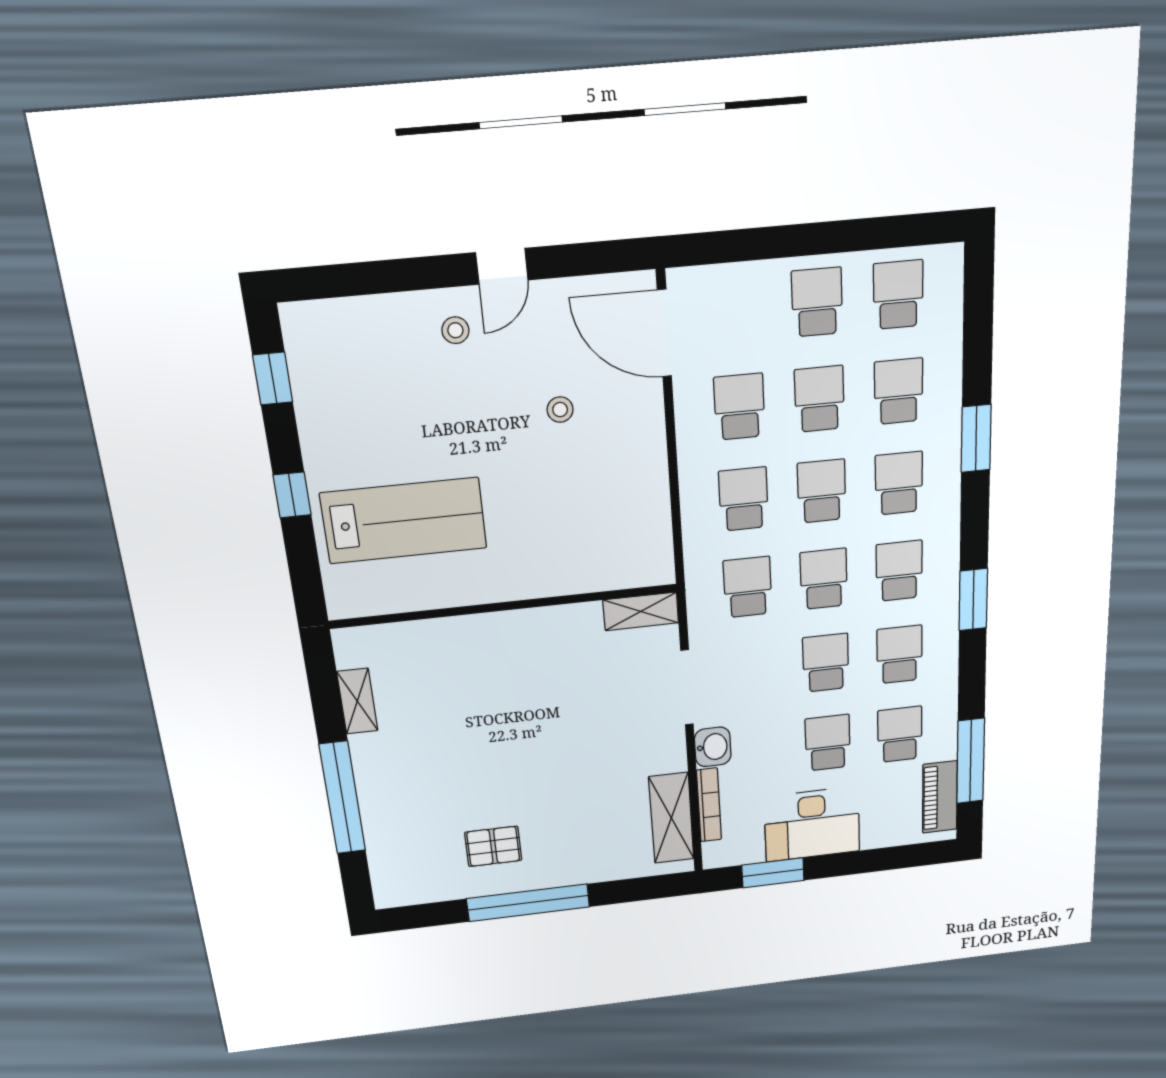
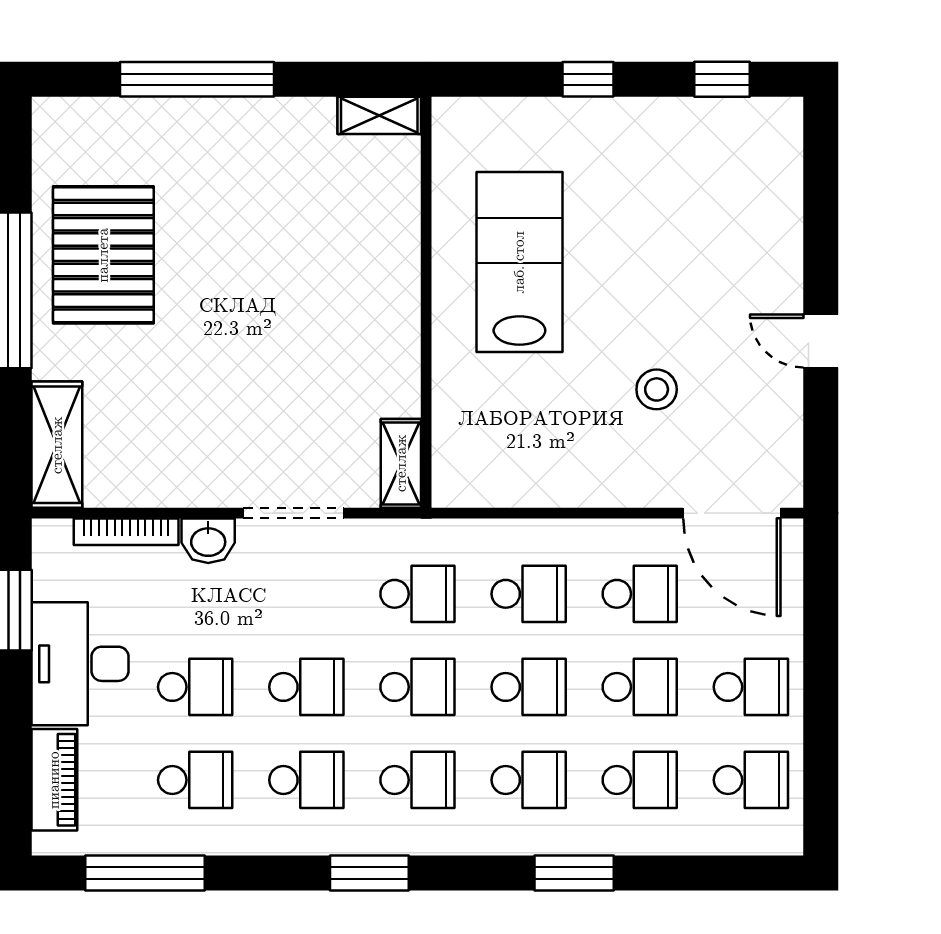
stool: (455, 330) -> (756, 283), removed
door: (664, 333) -> (732, 513), swing flipped
stool: (560, 410) -> (657, 389), width x1.37, depth x1.37
lab bench: (404, 521) -> (519, 262), moved, turned 180
shelving: (357, 701) -> (379, 115), moved
piano: (940, 797) -> (54, 780), moved, turned 90
shelving: (671, 818) -> (57, 445), moved, turned 90
pallet: (493, 846) -> (103, 255), width x2.05, depth x2.00

